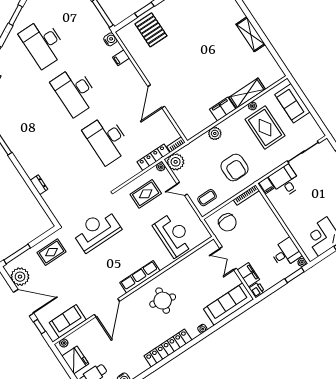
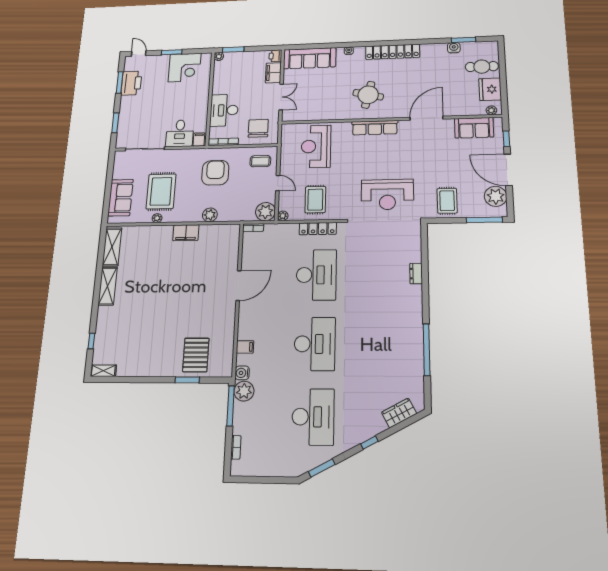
plant: (100, 29) -> (244, 391), added
shelving: (247, 93) -> (112, 247), moved, turned 90
locker: (153, 157) -> (318, 229), moved
rug: (146, 194) -> (315, 200), turned 90
rug: (52, 252) -> (447, 201), turned 90
desk: (286, 253) -> (224, 110), moved, width x1.37

